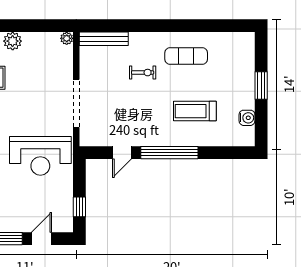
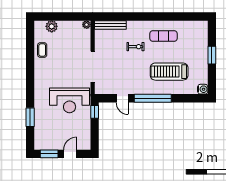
treadmill: (195, 111) -> (169, 72), width x1.37, depth x1.38
water cooler: (247, 118) -> (203, 89), moved
door: (122, 153) -> (122, 98), hinge flipped
window: (79, 207) -> (95, 112), moved

